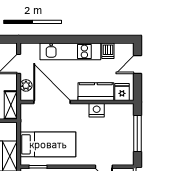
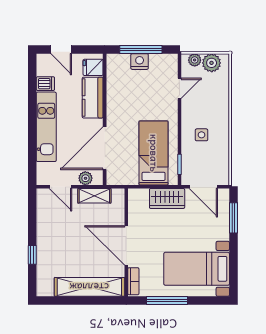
shelving: (11, 105) -> (94, 196), moved
nightstand: (97, 110) -> (140, 62), moved, turned 90

